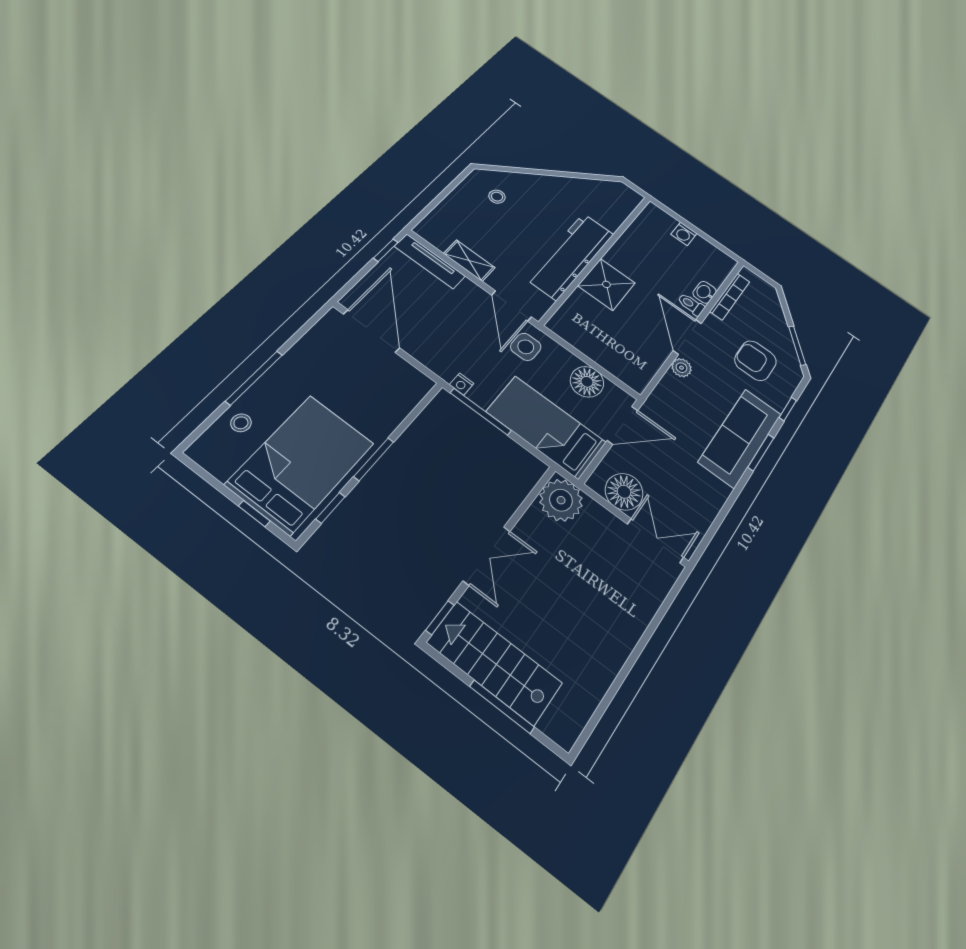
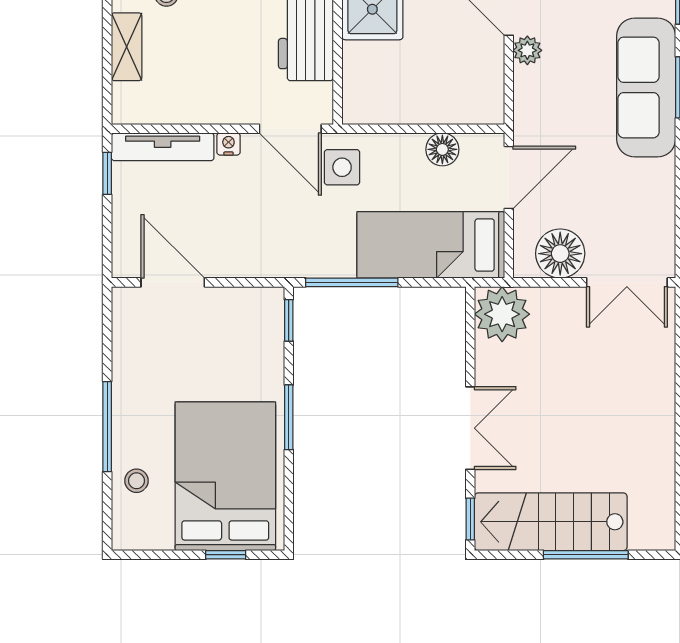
shelving: (469, 261) -> (127, 47), moved, turned 90
door: (371, 331) -> (173, 282), width x0.73
floor lamp: (587, 382) -> (442, 149), width x0.73, depth x0.73
nightstand: (462, 384) -> (228, 144), moved, turned 180
window: (330, 508) -> (289, 320), moved
double door: (655, 541) -> (627, 282), swing flipped

